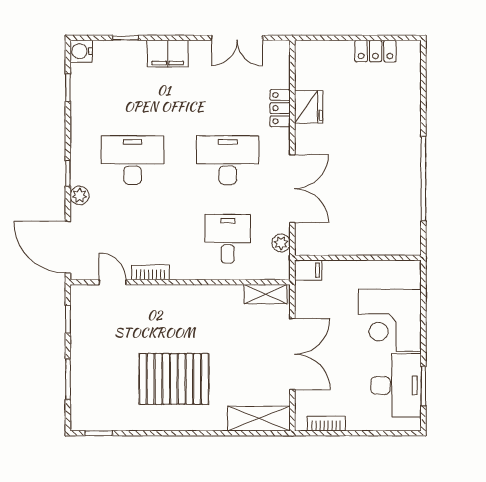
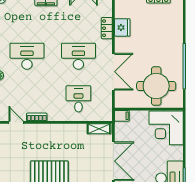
round table: (371, 215) -> (156, 86), added
plant: (281, 243) -> (107, 101), removed
corner desk: (390, 320) -> (166, 128), moved

